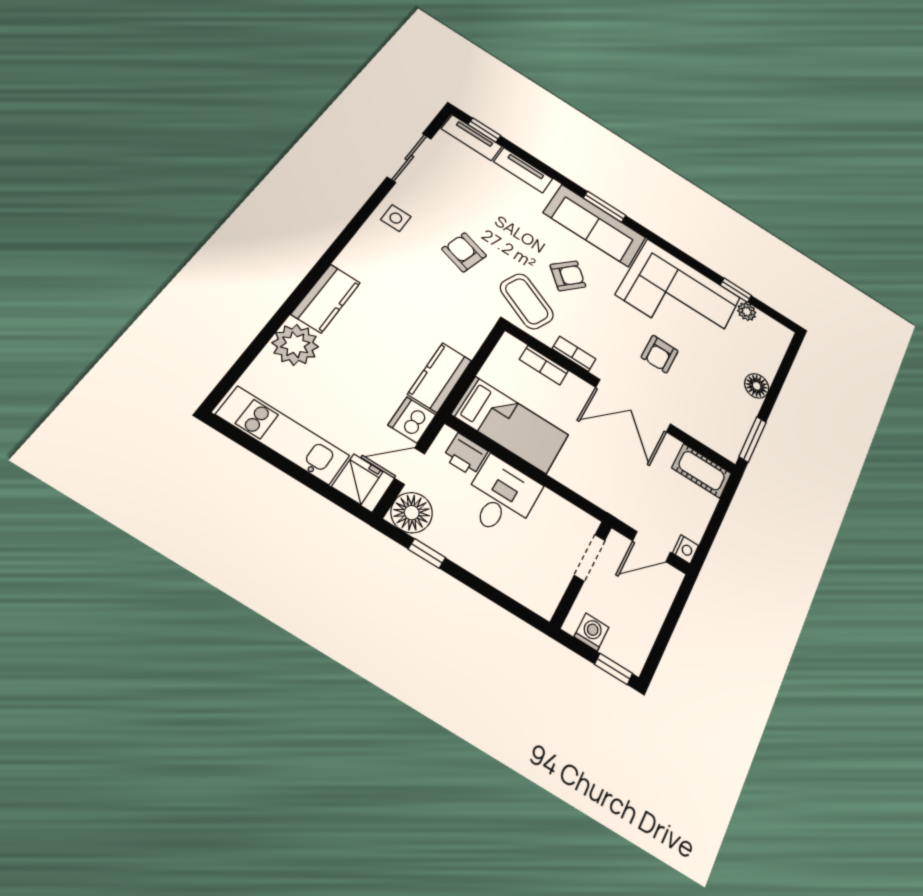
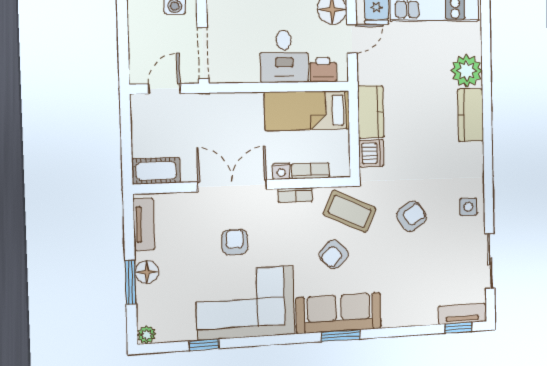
tv unit: (523, 170) -> (144, 224), moved, turned 90
armchair: (464, 252) -> (412, 216), turned -50
plant: (747, 312) -> (147, 335), moved
dishwasher: (412, 420) -> (371, 153), moved
window: (753, 439) -> (131, 282), moved
nightstand: (686, 549) -> (281, 171), moved, turned -90
doorway: (590, 558) -> (203, 53), width x1.38

